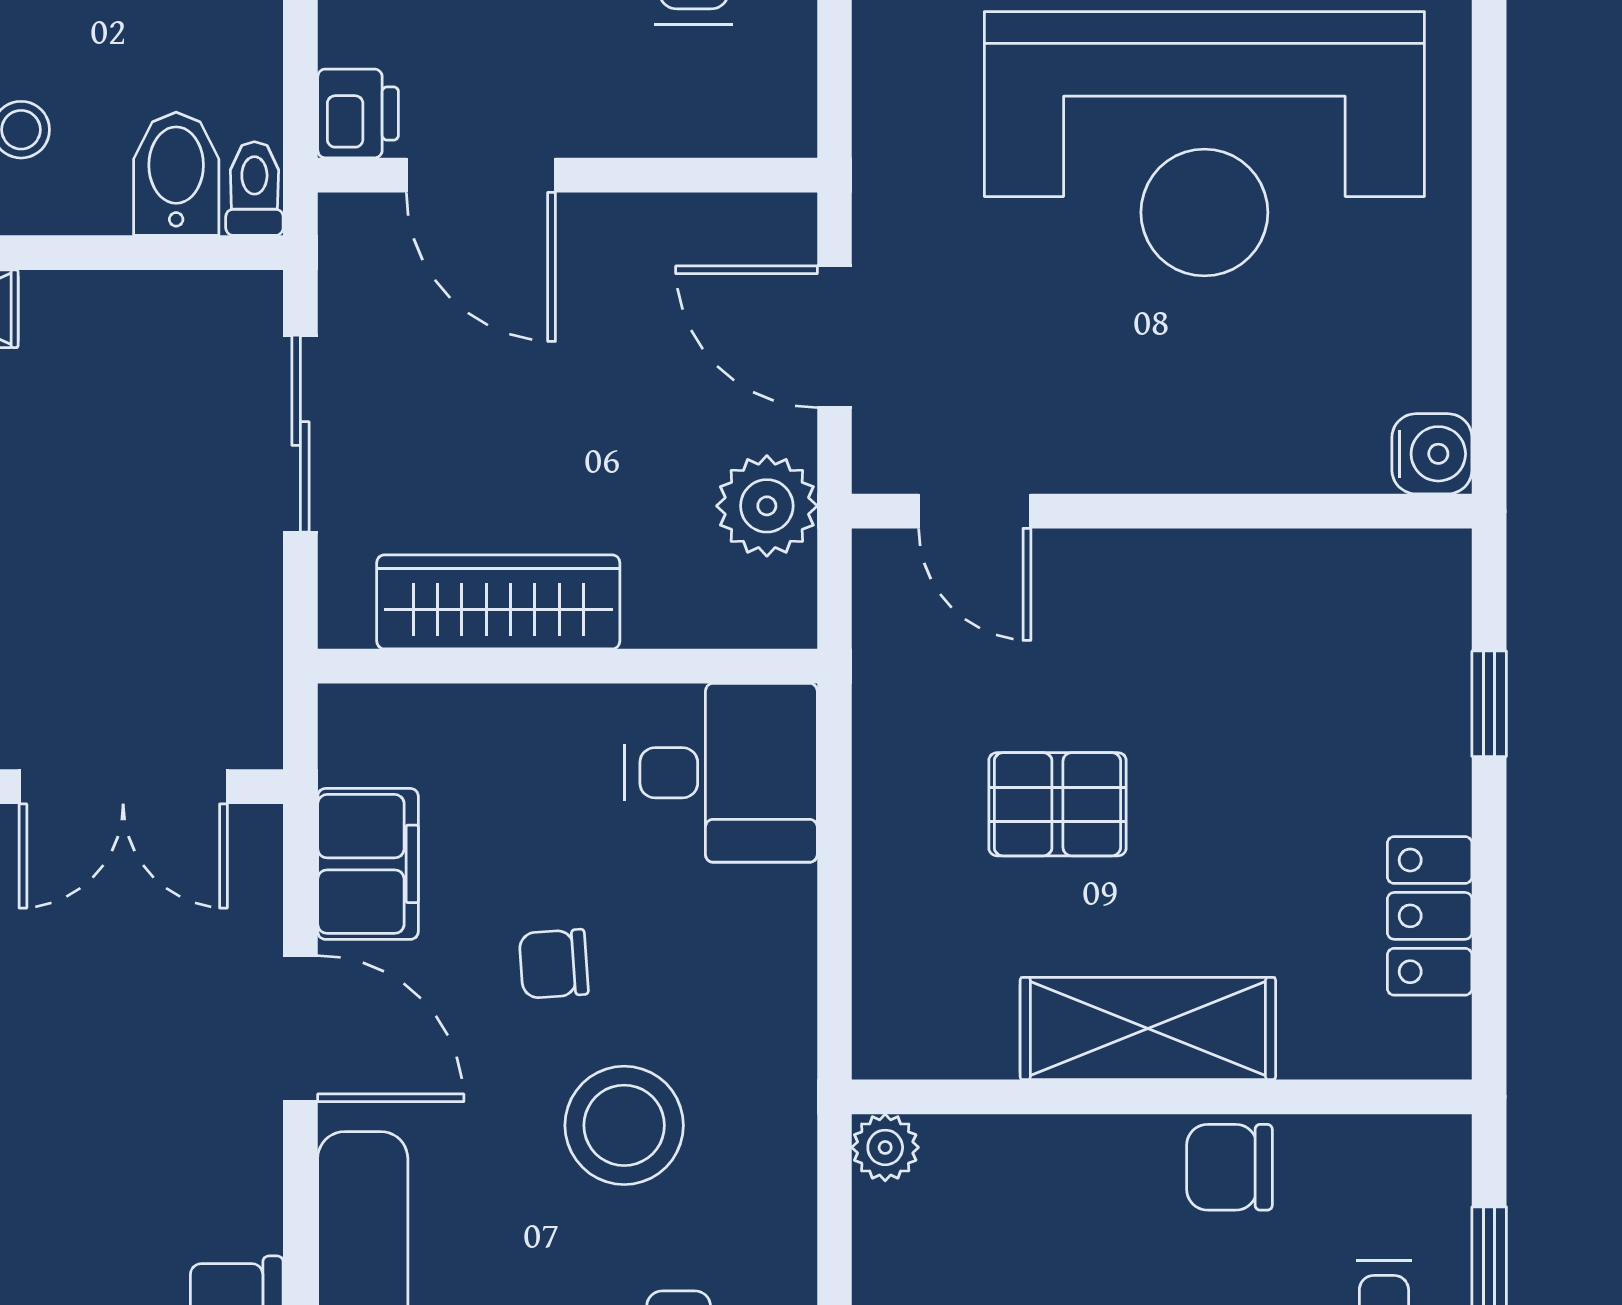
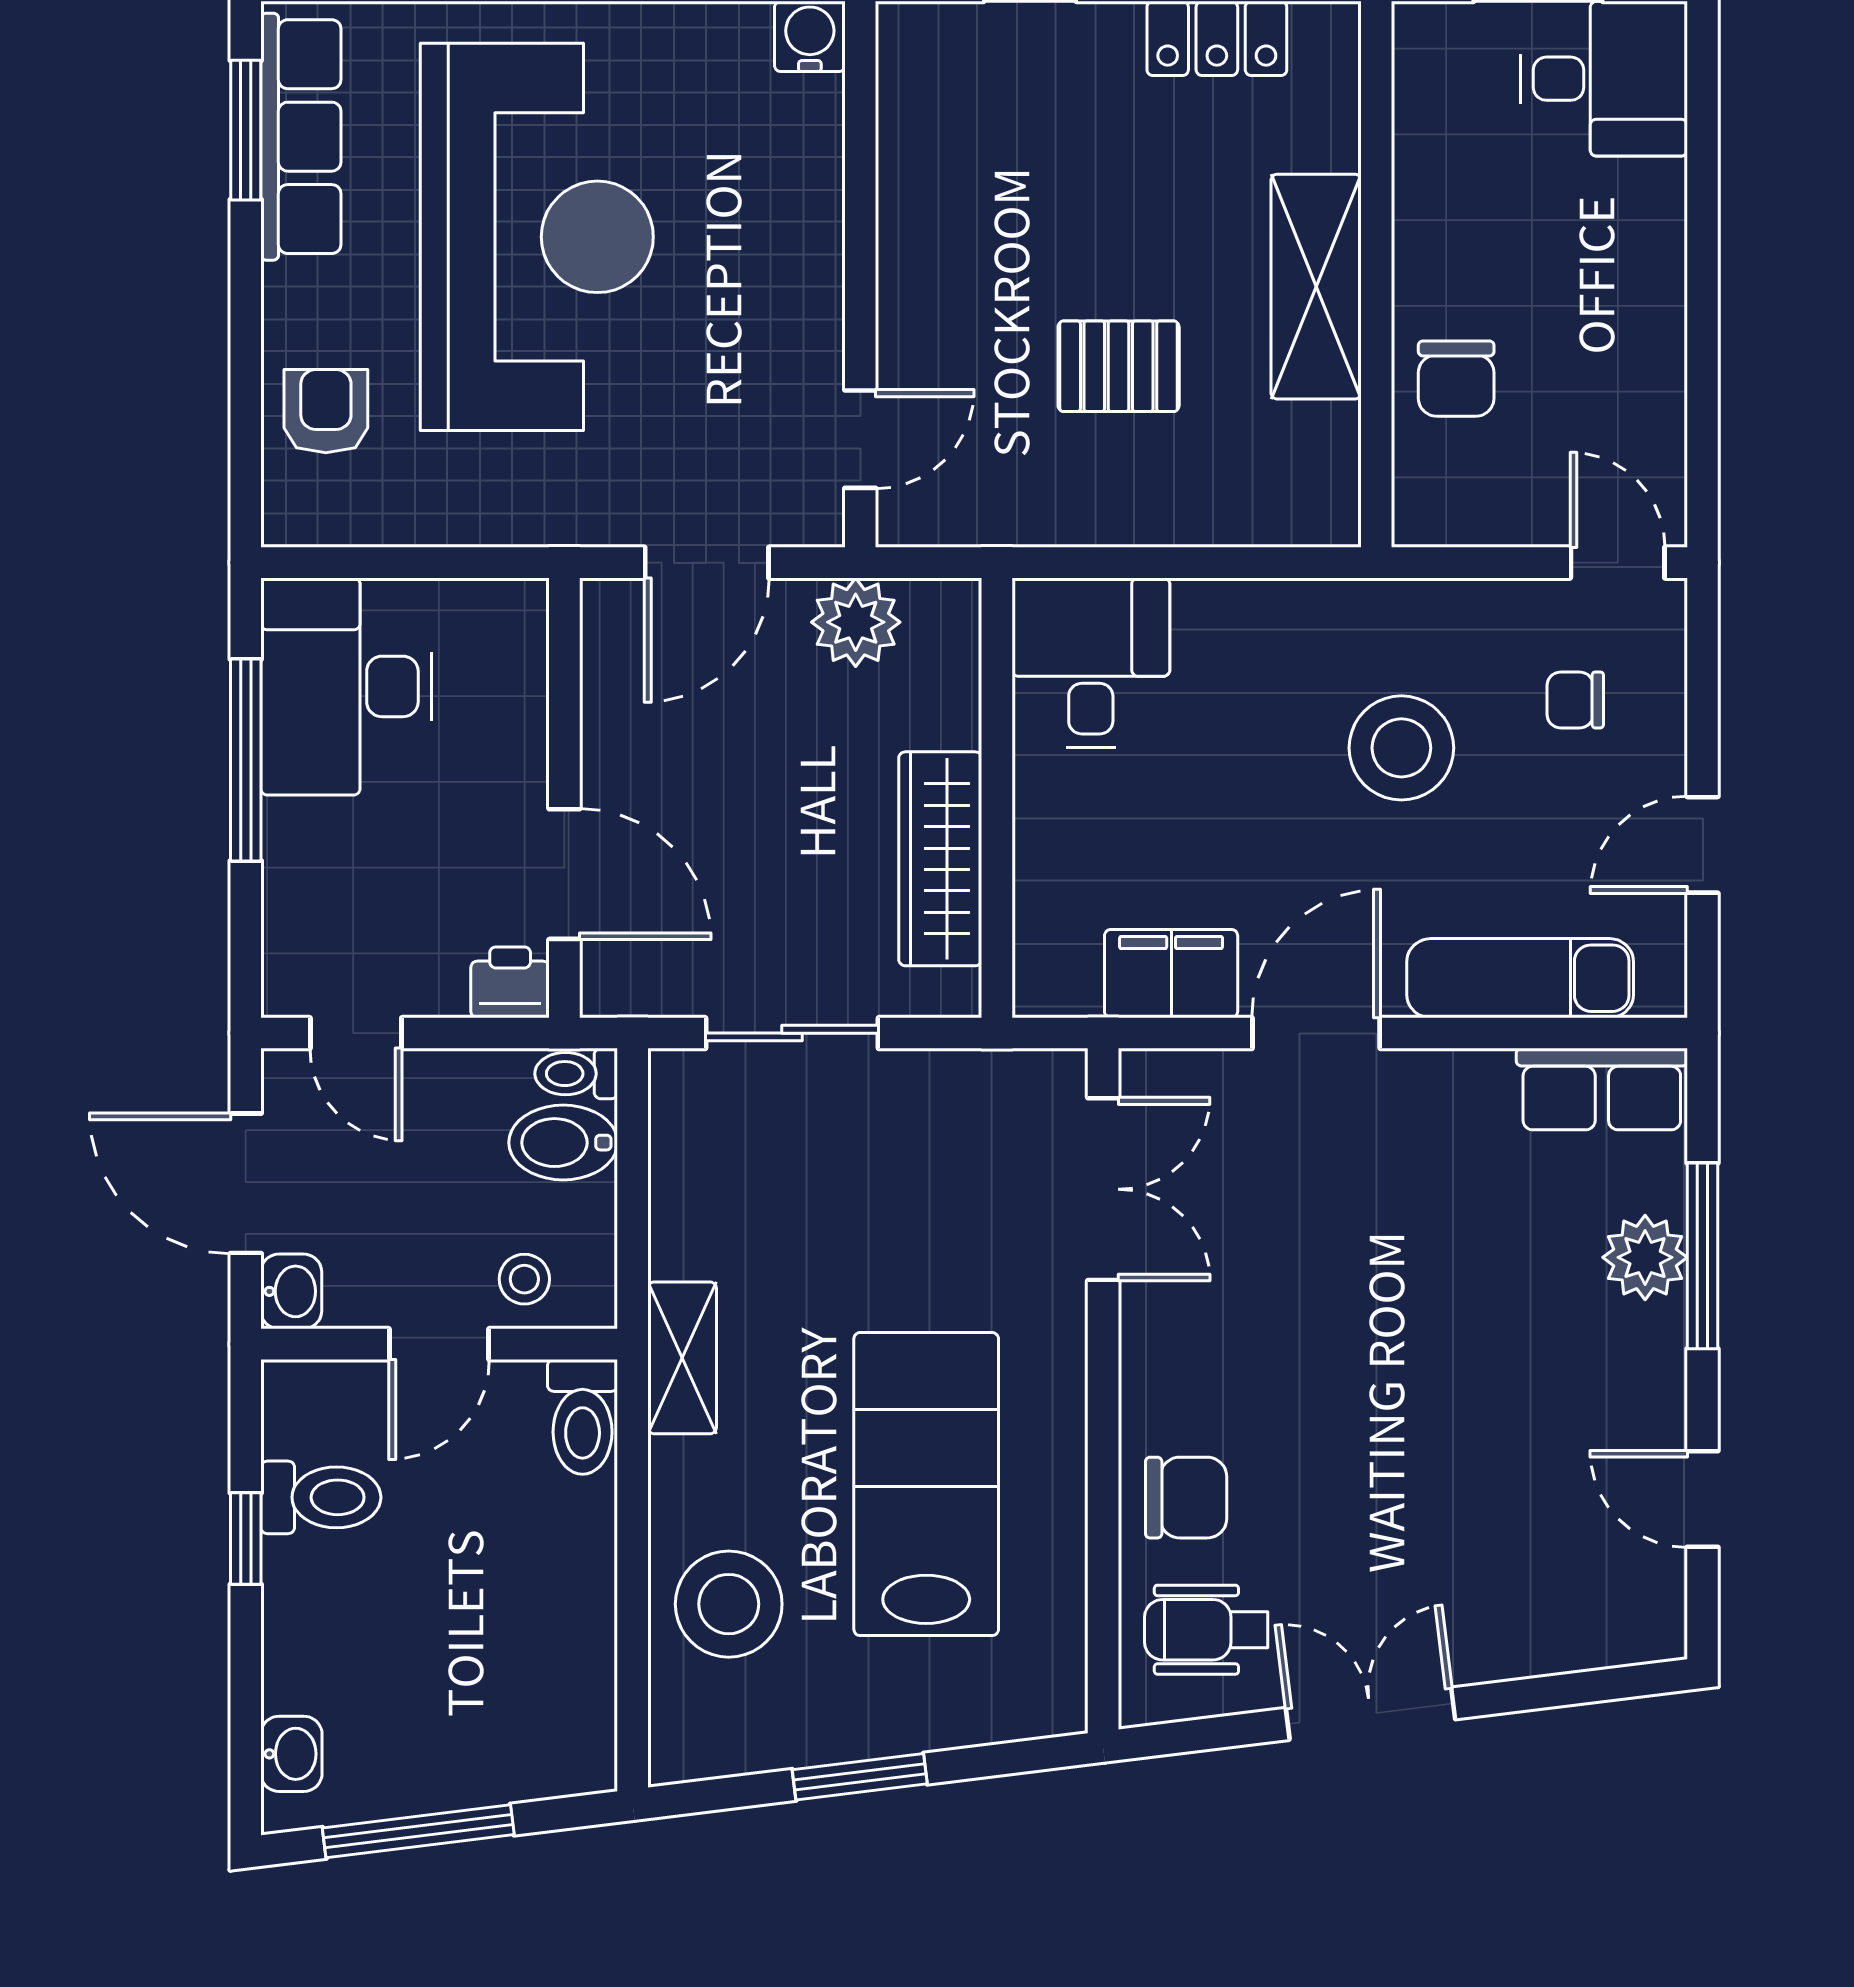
door: (481, 175) -> (564, 874), hinge flipped
pallet: (1057, 804) -> (1119, 366), turned 90
chair: (554, 964) -> (1259, 810), removed
plant: (885, 1147) -> (1421, 518), removed
chair: (1229, 1167) -> (1456, 379), moved

